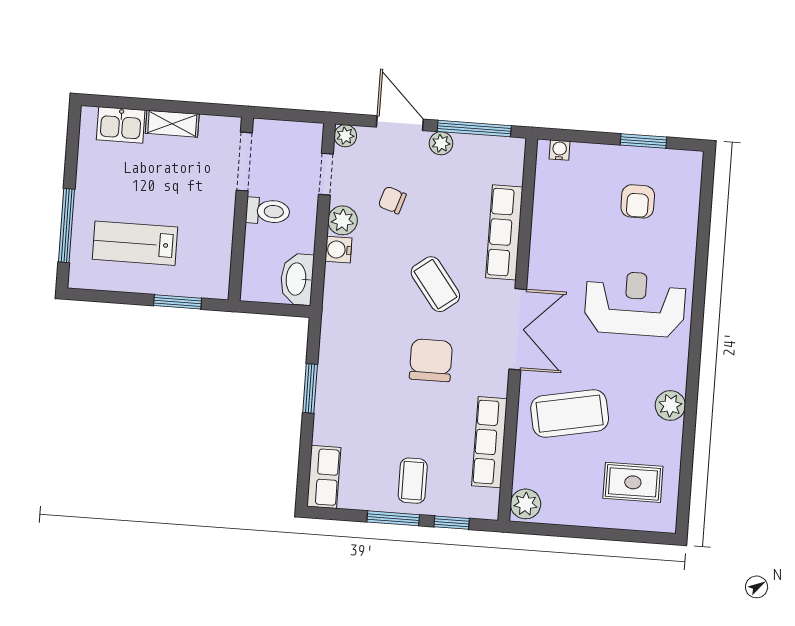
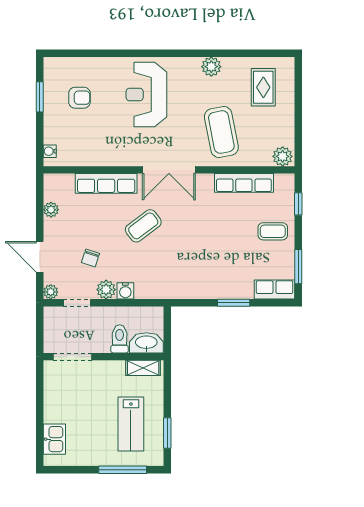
door: (400, 123) -> (40, 257), hinge flipped
shelving: (172, 124) -> (143, 368), moved, turned 90
window: (474, 129) -> (40, 208), removed
plant: (441, 143) -> (51, 210), moved
toilet: (268, 211) -> (120, 339), moved
washbasin: (297, 279) -> (146, 343), moved, turned 180
window: (178, 302) -> (167, 433), moved
double door: (518, 329) -> (169, 170), swing flipped
chair: (431, 360) -> (193, 225), removed
window: (310, 388) -> (234, 303), moved
window: (393, 518) -> (298, 267), moved

